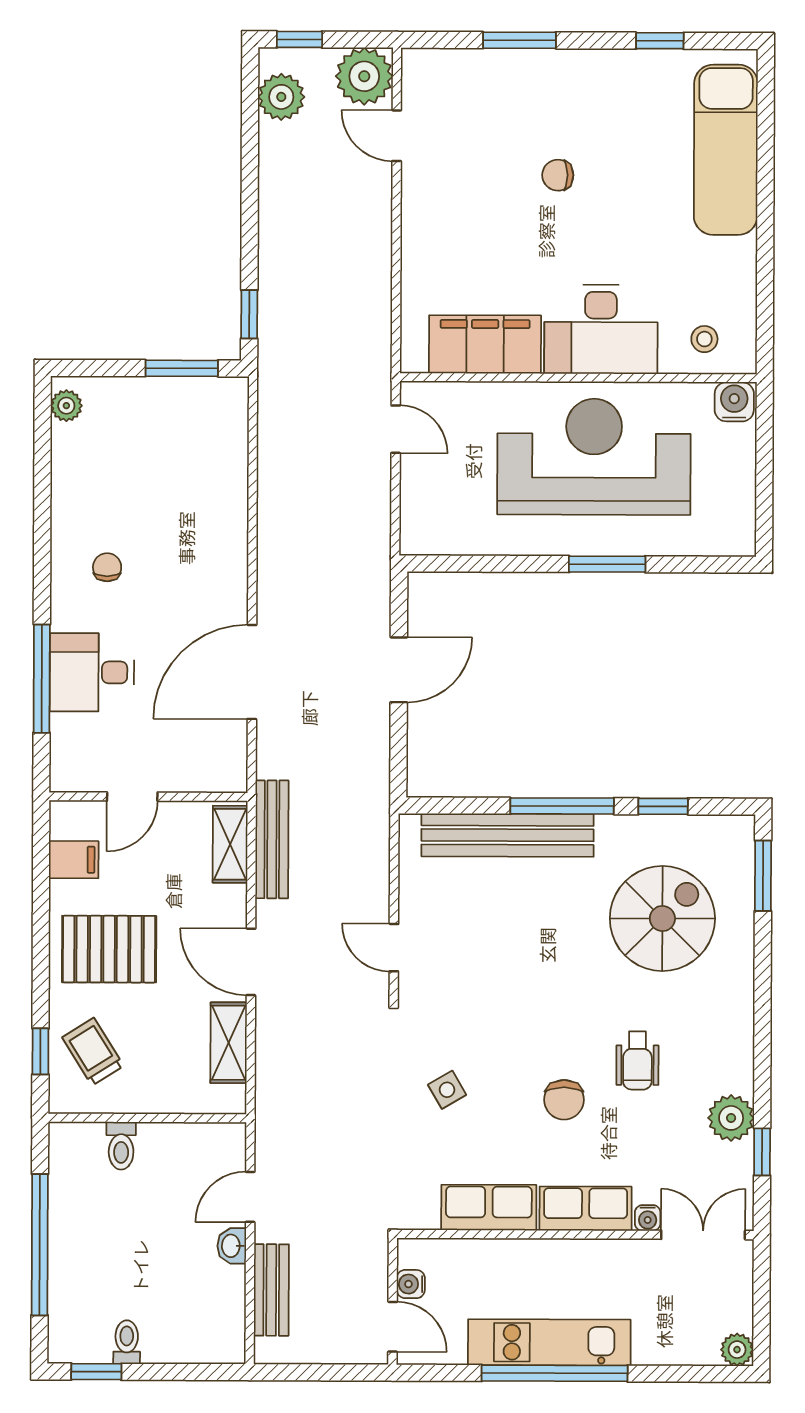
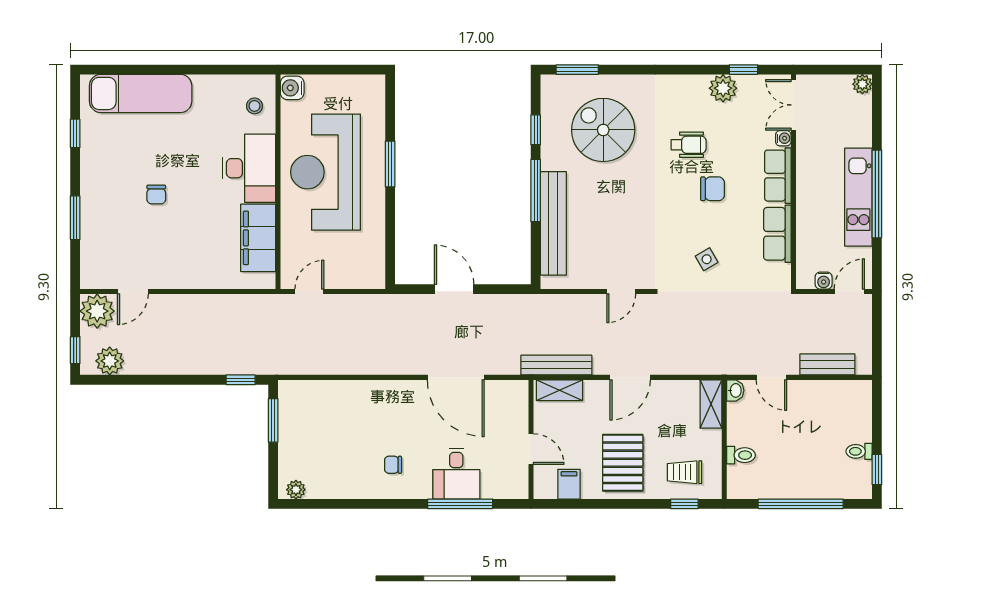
shelving: (229, 1043) -> (711, 404), moved, turned 90
trolley: (93, 1052) -> (684, 472), turned 32
washbasin: (232, 1246) -> (735, 390), moved, turned -90

